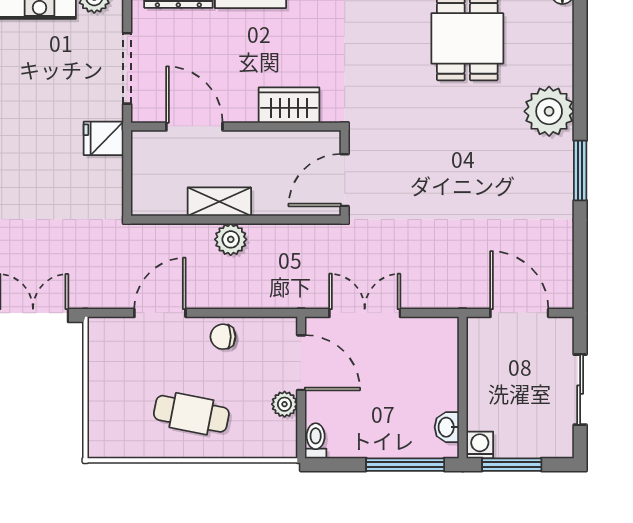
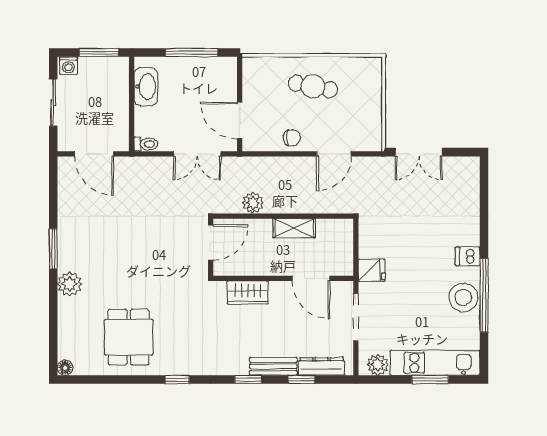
plant: (549, 111) -> (70, 284), width x0.73, depth x0.73
plant: (231, 239) -> (253, 203), moved
plant: (285, 404) -> (251, 93), removed
washbasin: (447, 427) -> (146, 87), width x1.91, depth x1.45
toilet: (316, 441) -> (146, 144), moved, turned -90
washing machine: (480, 445) -> (68, 66), moved
window: (405, 465) -> (192, 52), moved

